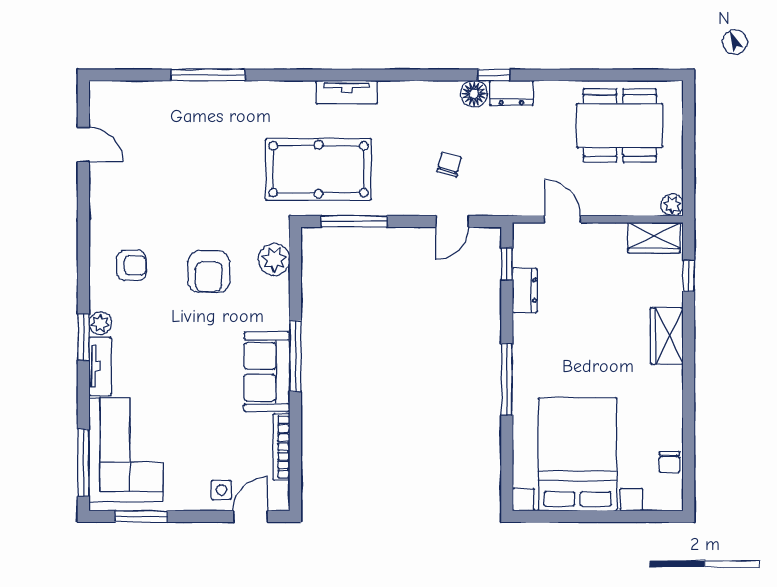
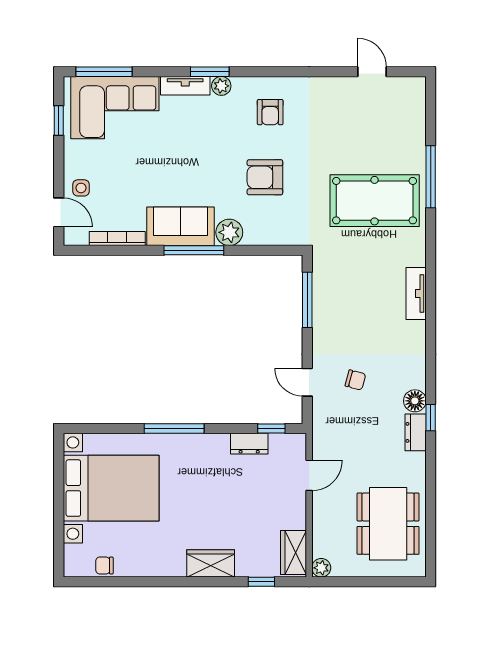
door: (83, 144) -> (372, 72), swing flipped
pool table: (319, 169) -> (375, 201), moved, turned 90
plant: (274, 259) -> (229, 232), moved
window: (141, 516) -> (59, 121), width x0.67

